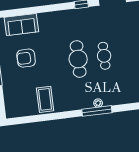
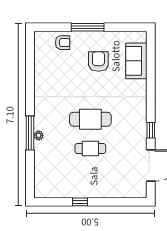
armchair: (13, 92) -> (63, 43), added
coffee table: (45, 99) -> (50, 77), removed

